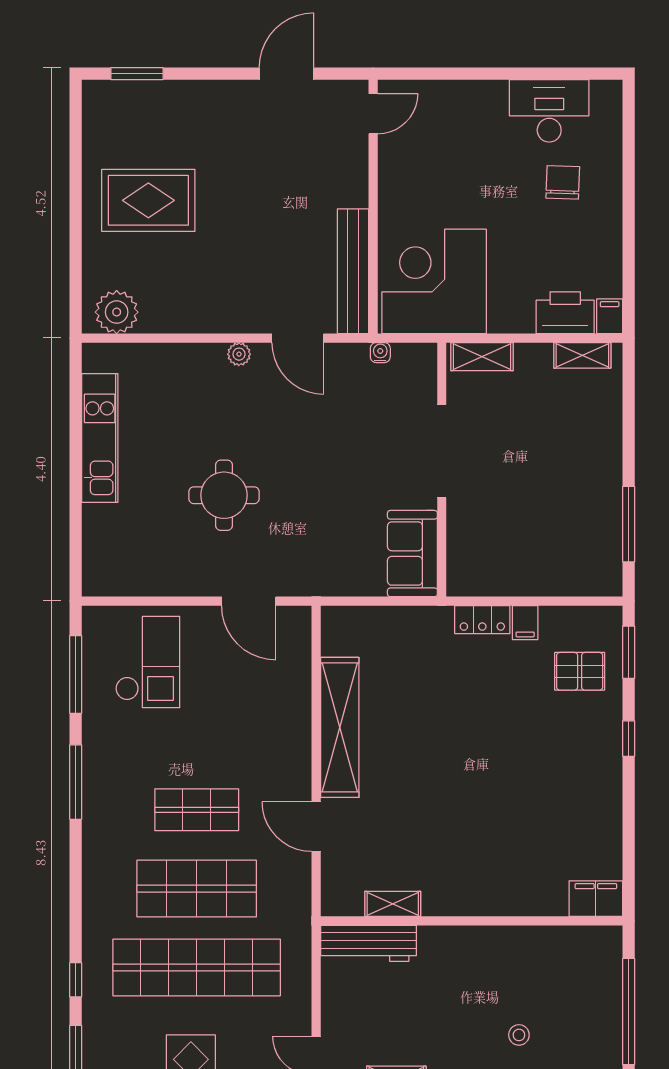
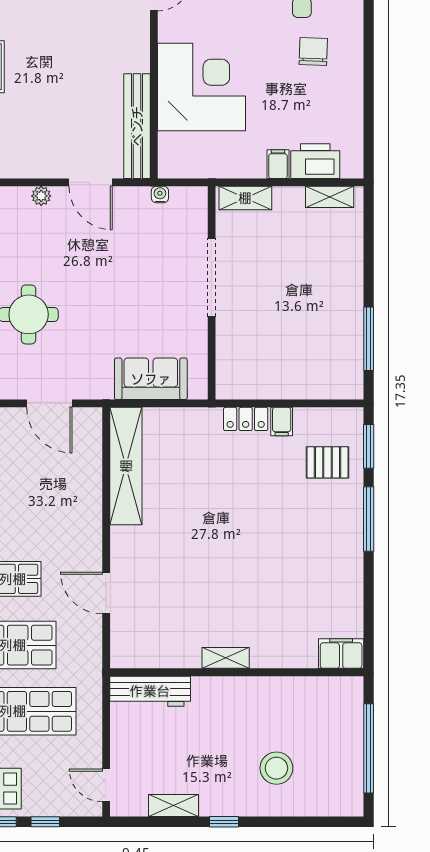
corner desk: (434, 281) -> (201, 87), moved, turned 90
filing cabinet: (610, 316) -> (278, 164), moved
sofa: (412, 554) -> (151, 379), moved, turned 90
shelving: (340, 727) -> (126, 466), moved
window: (629, 739) -> (369, 519), width x2.17
shelving: (393, 904) -> (226, 658), moved
stool: (519, 1035) -> (276, 768), width x1.89, depth x1.89

